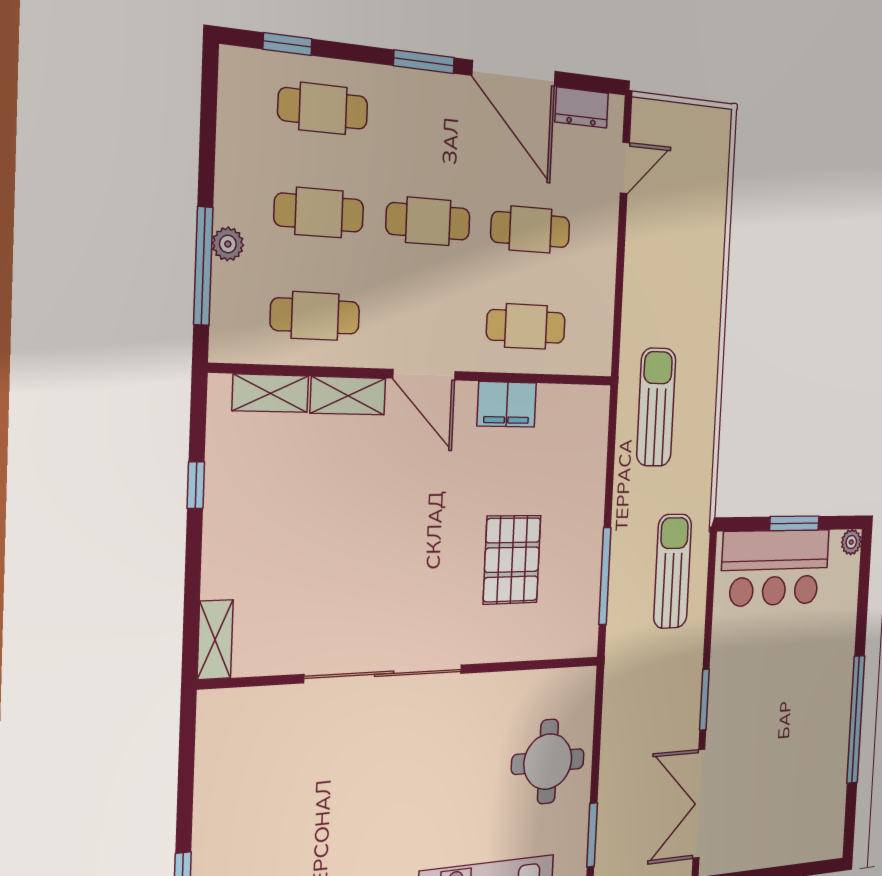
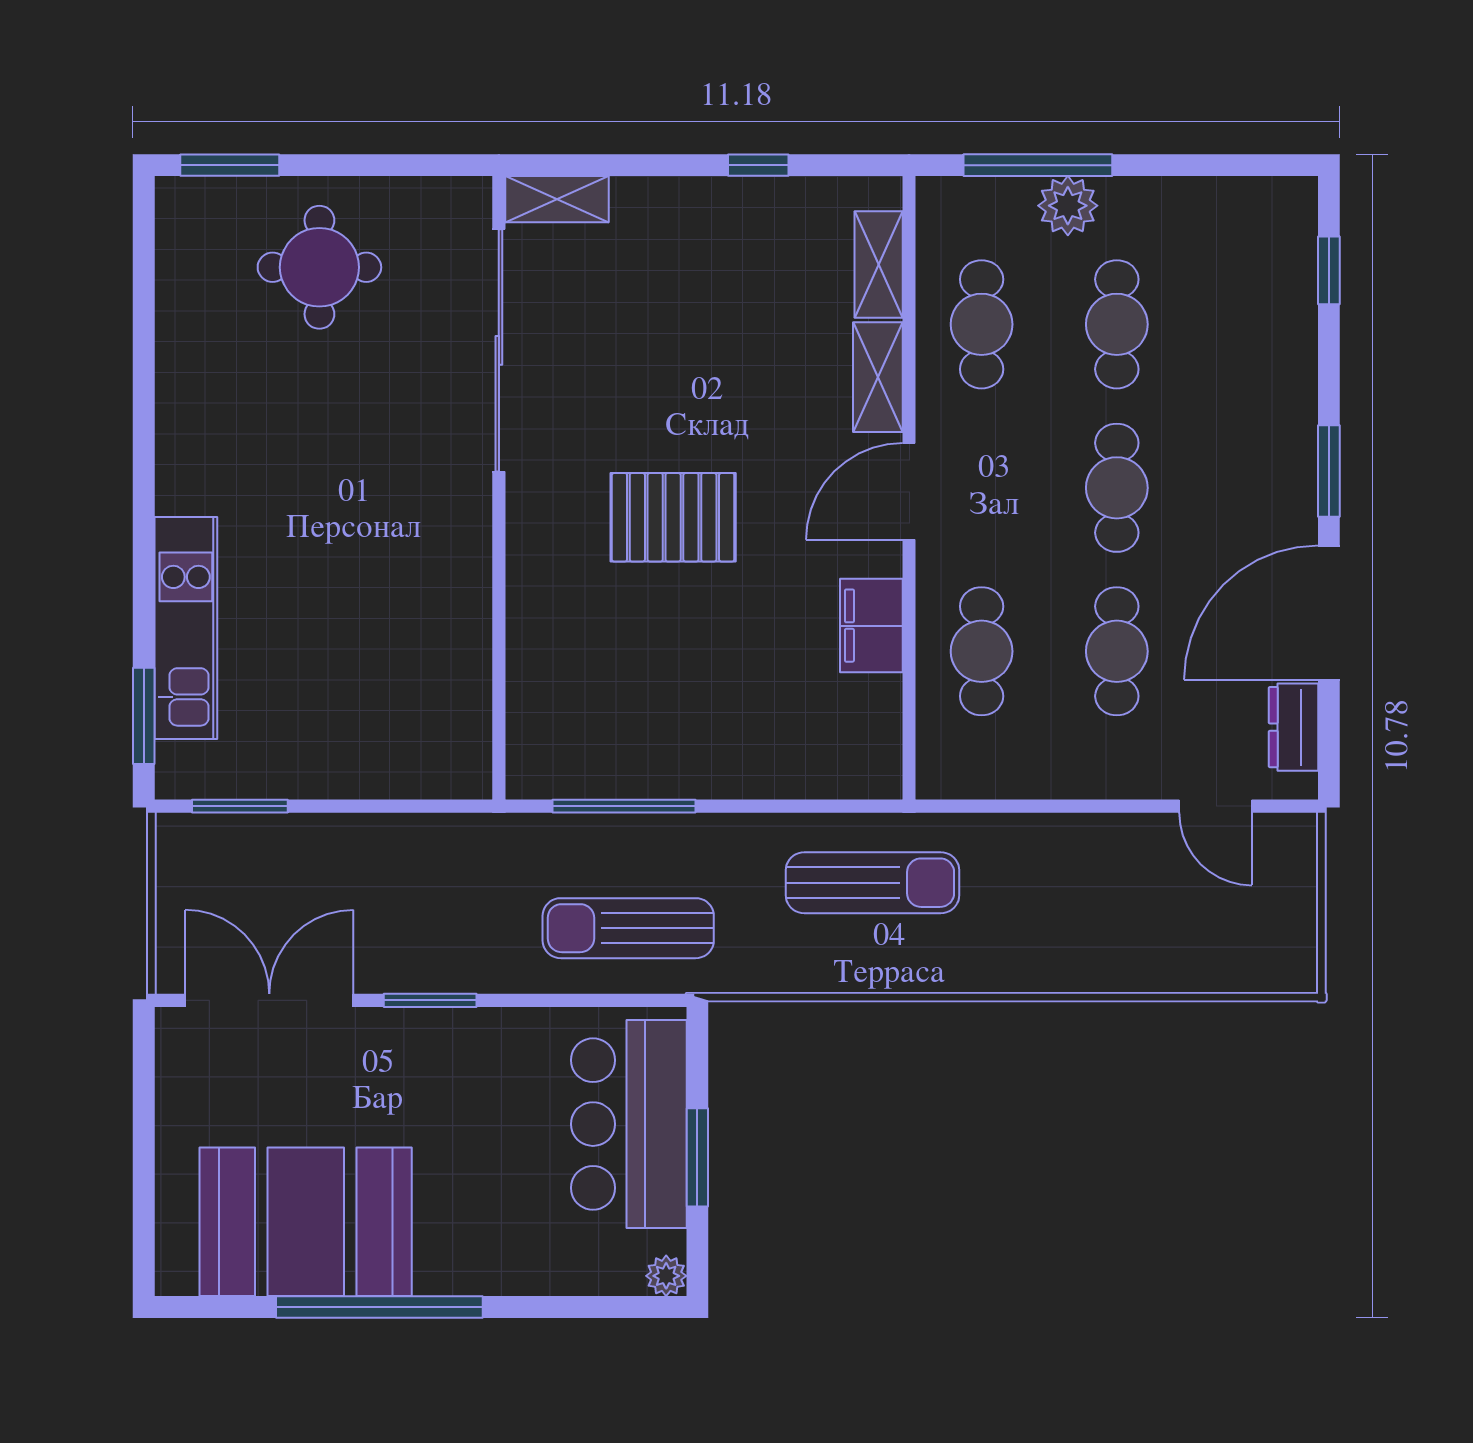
cafe table: (323, 108) -> (1252, 324), removed
plant: (228, 244) -> (1068, 206), width x1.38, depth x1.38
pallet: (512, 560) -> (673, 517), moved
sun lounger: (673, 571) -> (628, 928), turned 180
sliding door: (384, 674) -> (499, 350), moved
round table: (548, 762) -> (319, 267), moved
booth: (812, 769) -> (306, 1222), added

